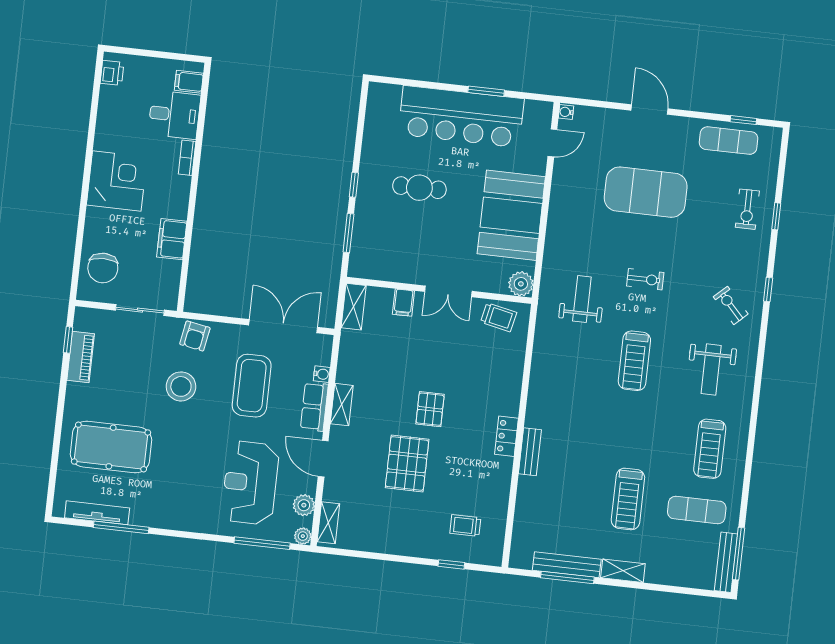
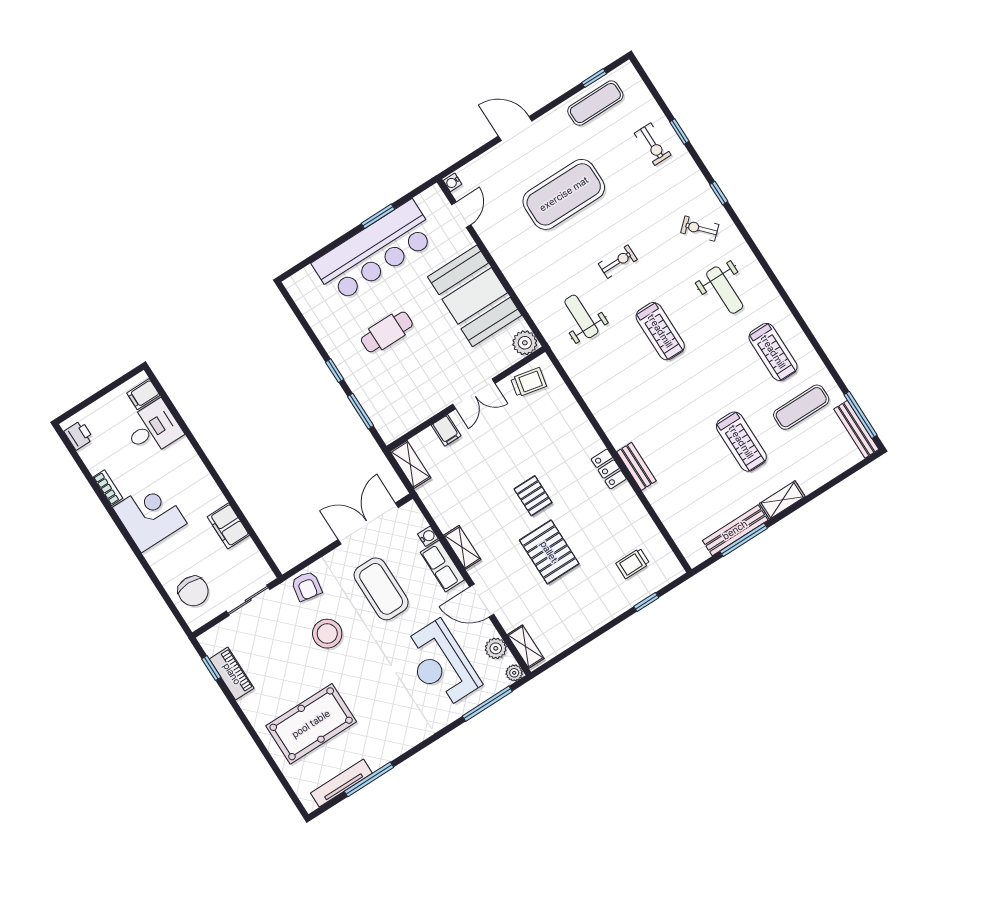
bookcase: (187, 158) -> (108, 488), moved, turned 180

